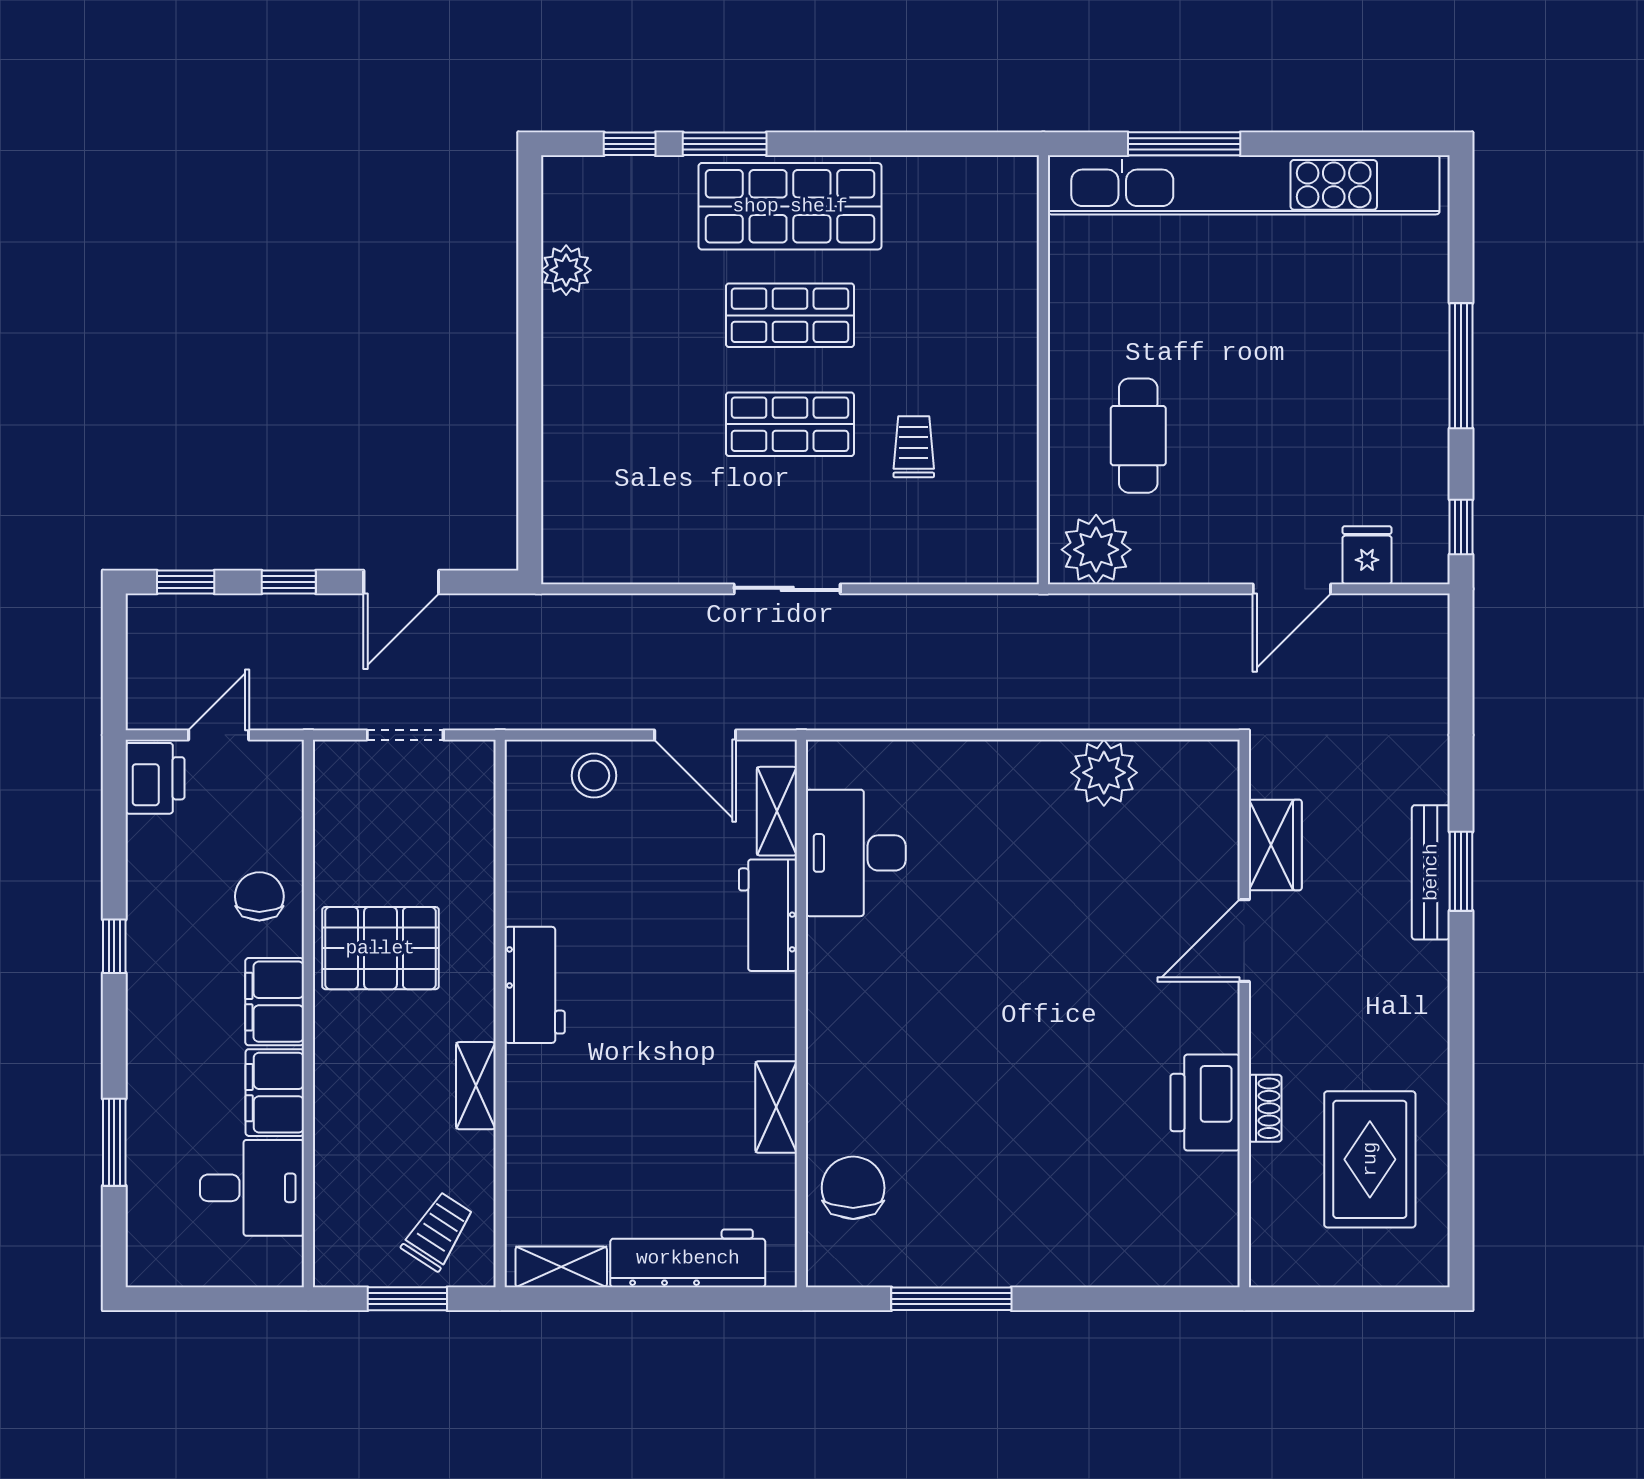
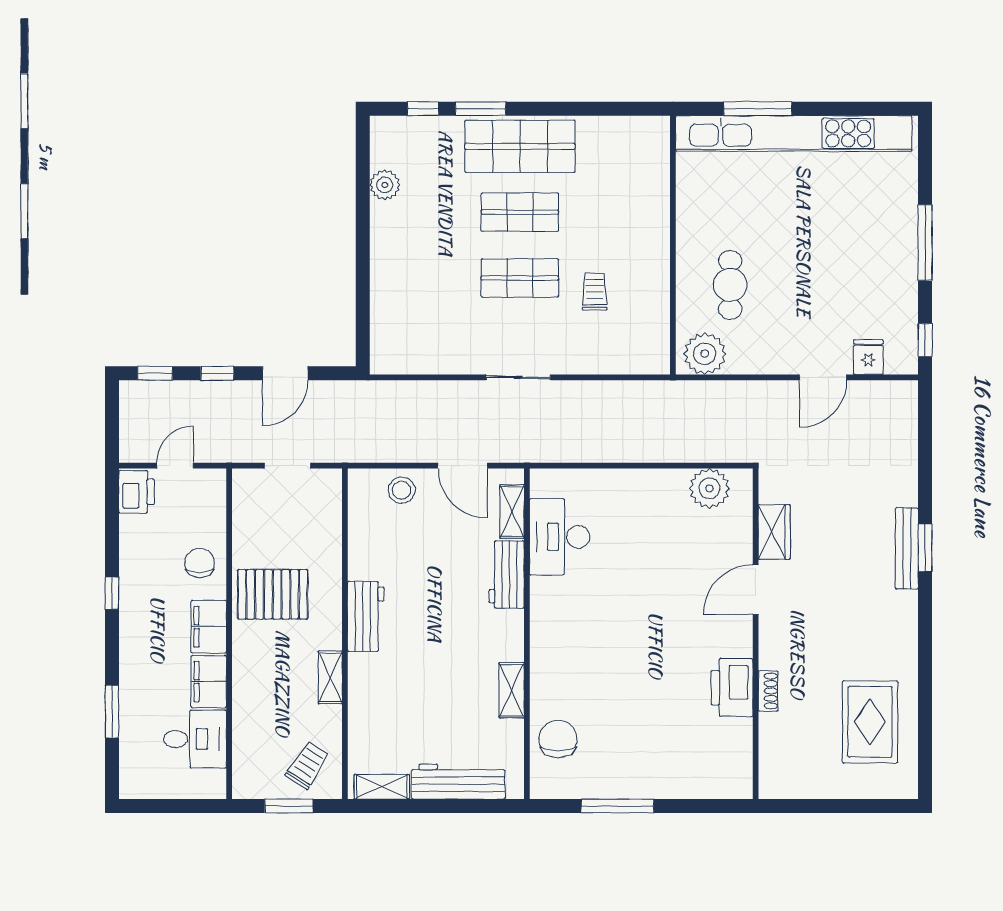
wardrobe: (1275, 845) -> (774, 532), moved
door: (1244, 940) -> (756, 590), moved
wall: (1244, 1013) -> (756, 634), moved
printer: (1205, 1103) -> (732, 688), moved
shoe rack: (1265, 1108) -> (768, 691), moved

